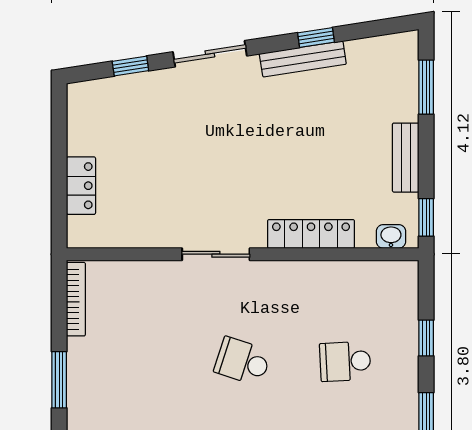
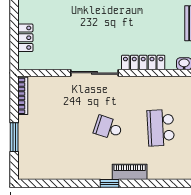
sliding door: (216, 254) -> (94, 73), width x1.37
school desk: (345, 361) -> (161, 128), width x1.85

